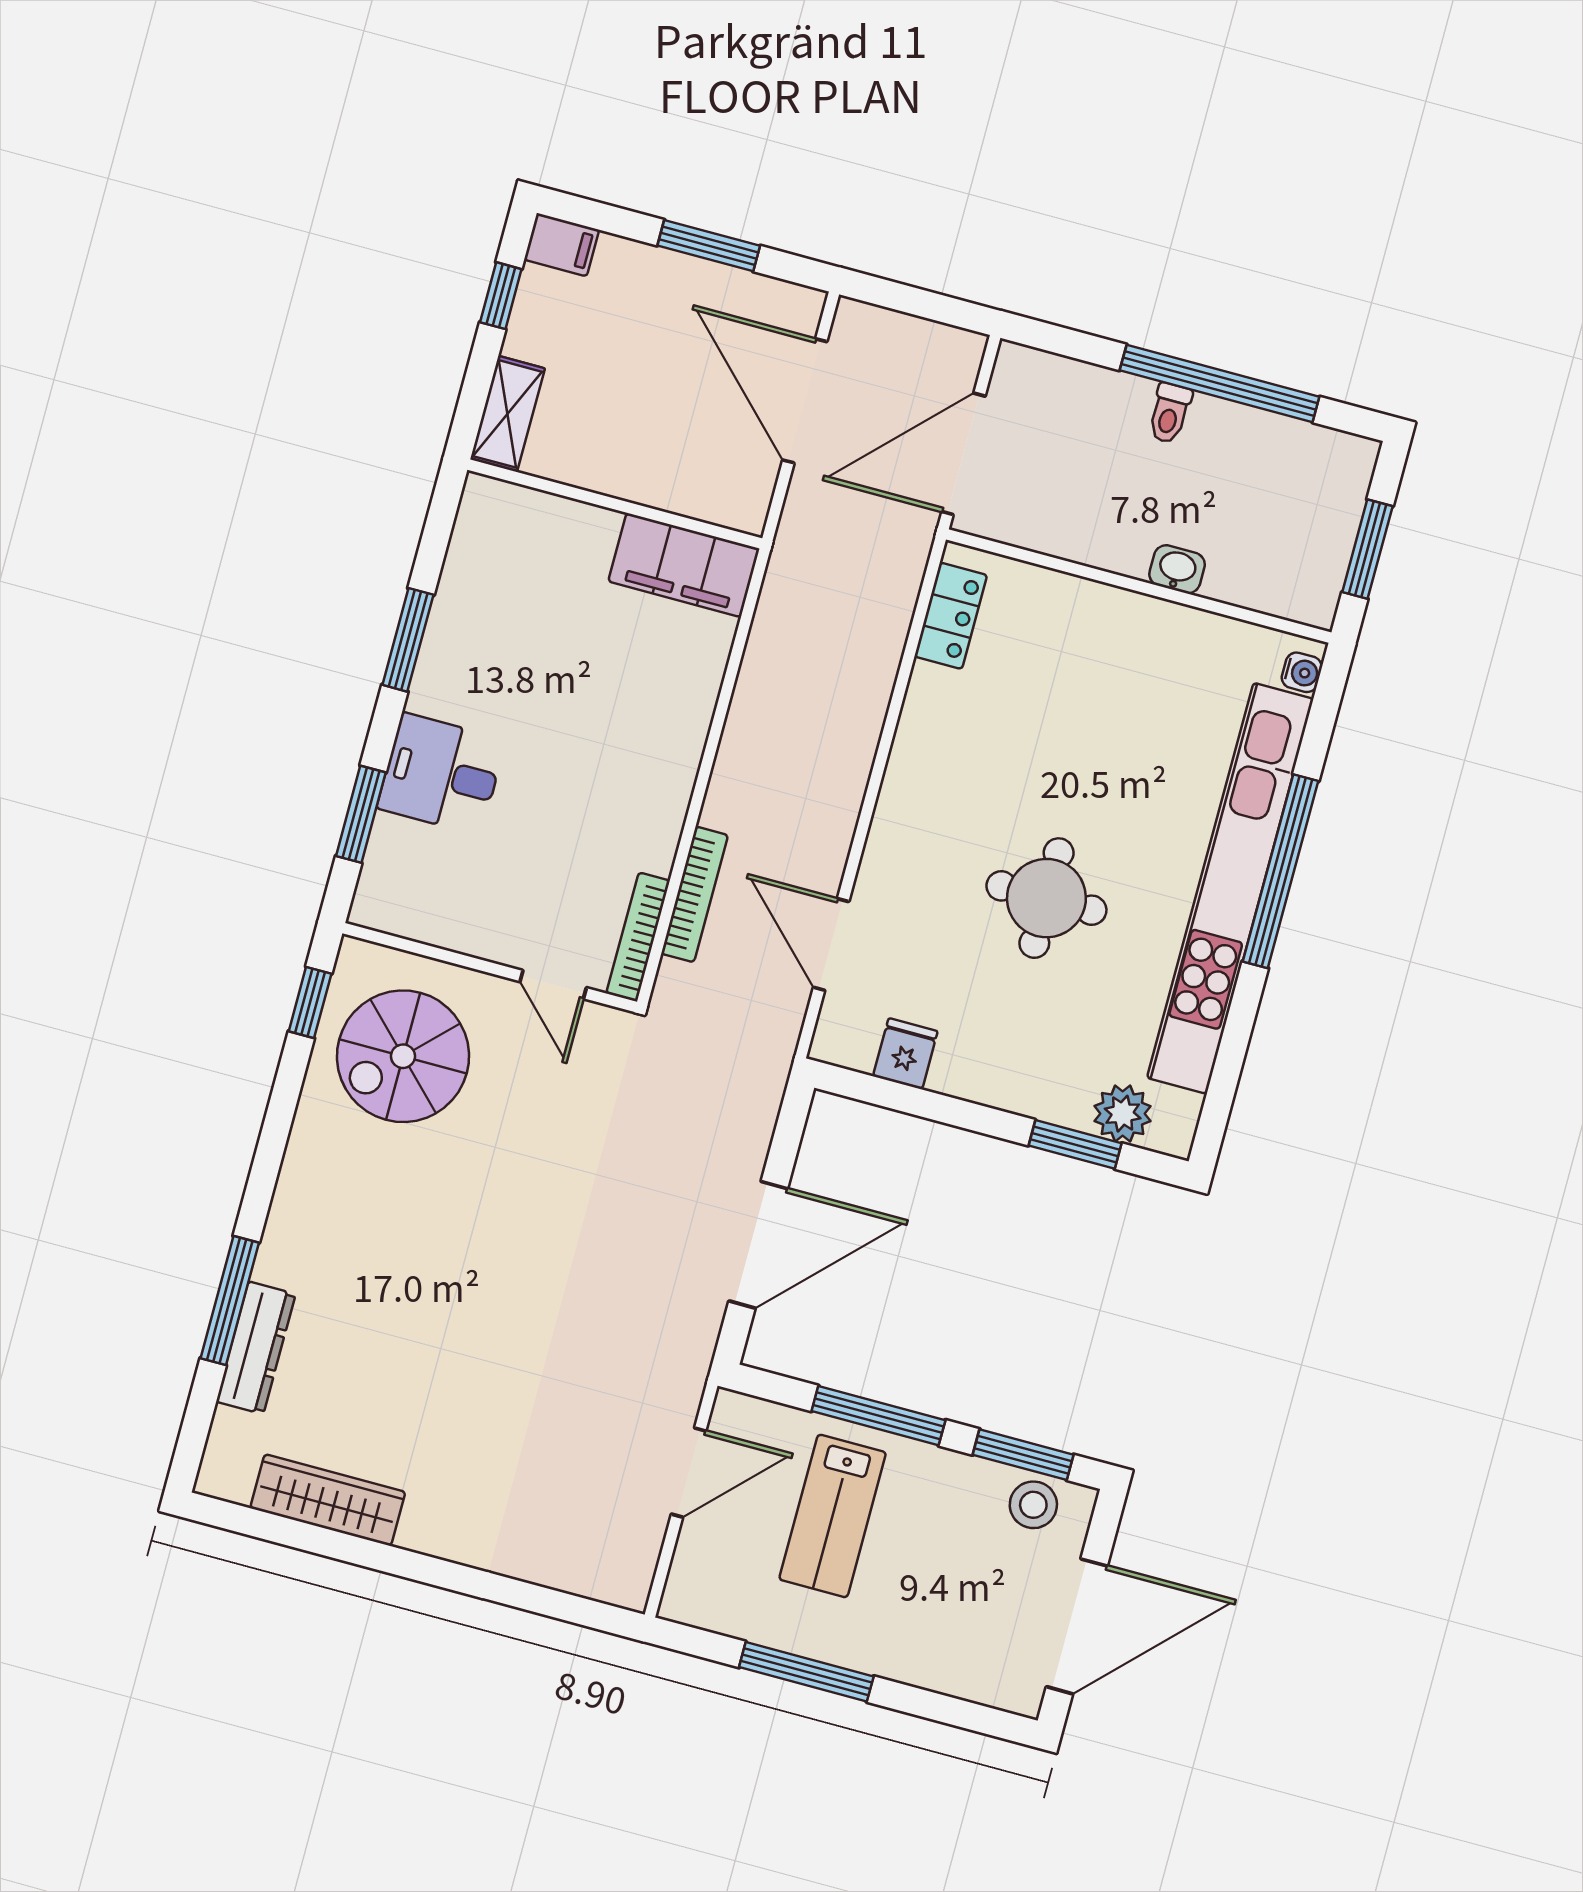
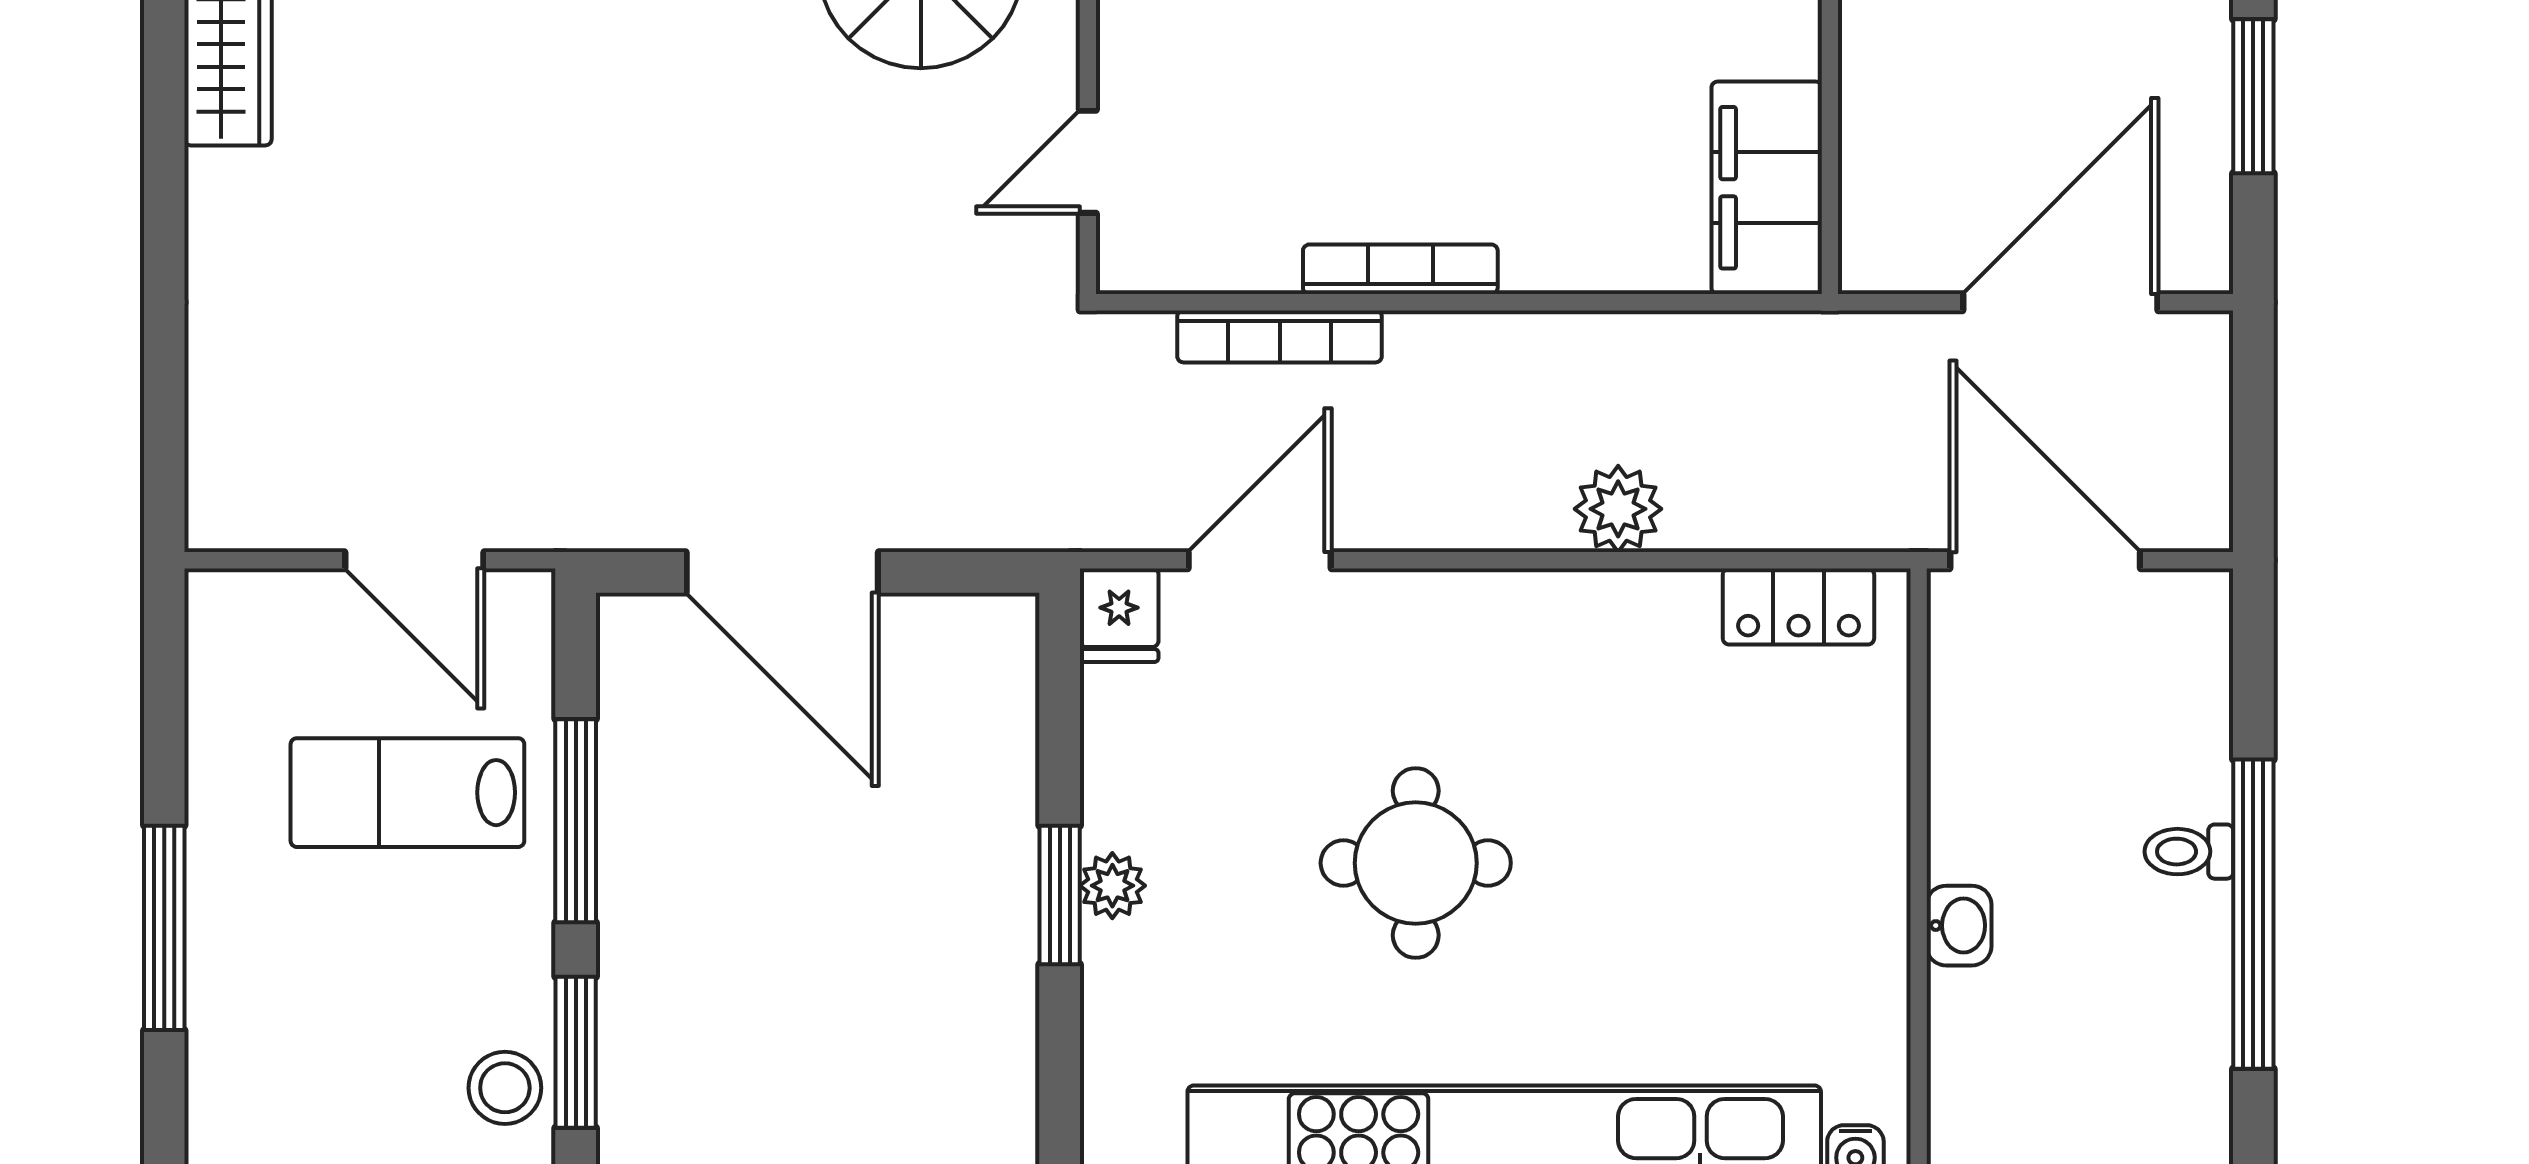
plant: (859, 712) -> (1618, 509), added
bookcase: (638, 937) -> (1400, 269), moved
fridge: (905, 1054) -> (1119, 615), moved, turned 90
plant: (1123, 1114) -> (1112, 886), moved, width x0.73, depth x0.73
window: (1075, 1144) -> (1060, 895), moved
window: (806, 1672) -> (164, 928), moved

